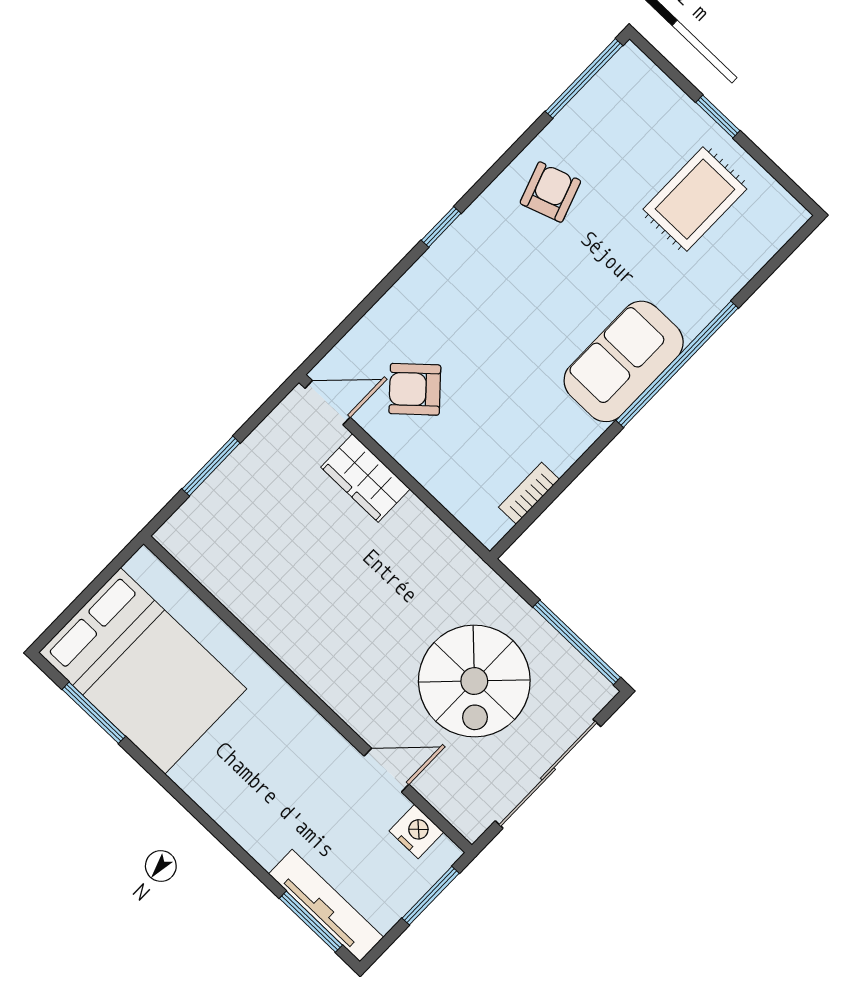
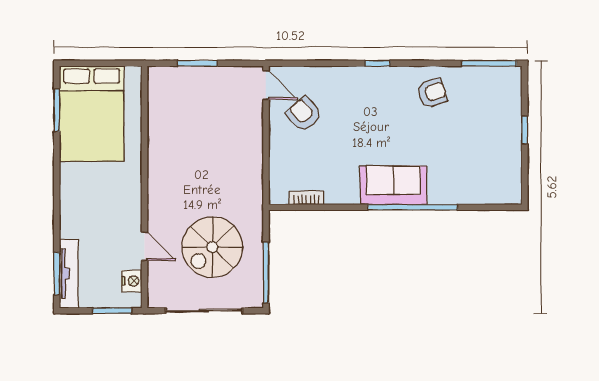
rug: (695, 199) -> (484, 152), removed
wardrobe: (365, 478) -> (251, 128), removed

